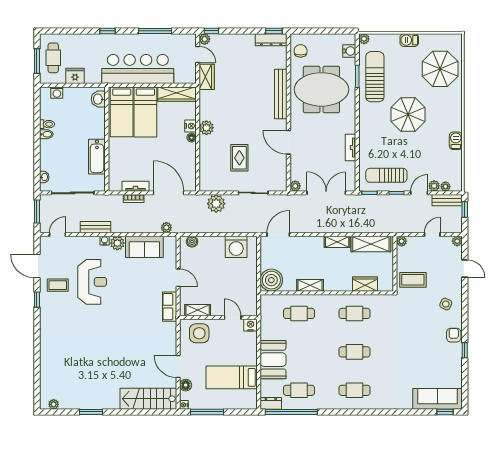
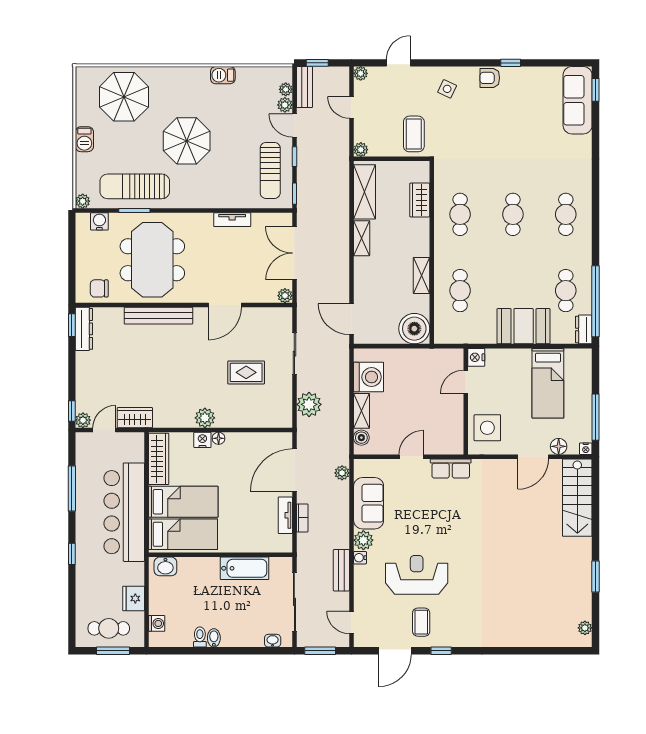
shelving: (198, 310) -> (362, 411), moved

